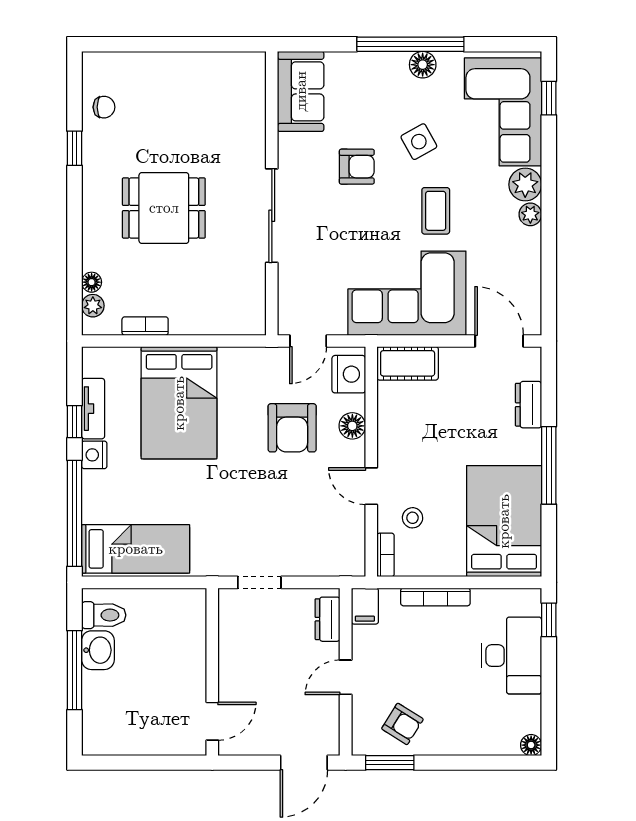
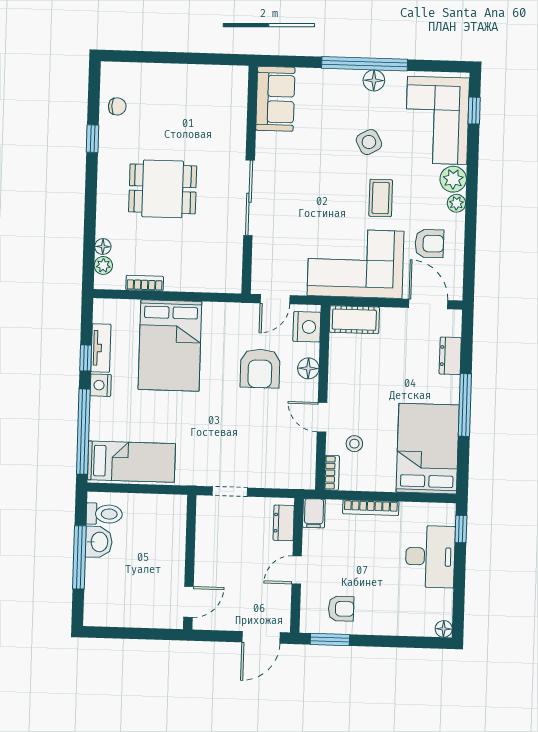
armchair: (357, 167) -> (429, 243), moved
armchair: (402, 724) -> (341, 609), turned -32

